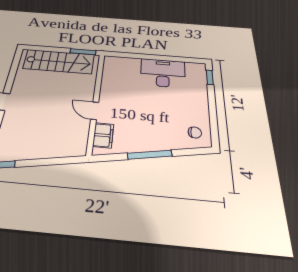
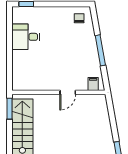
desk: (163, 73) -> (26, 37), width x0.73
filing cabinet: (103, 135) -> (93, 84), width x0.50

